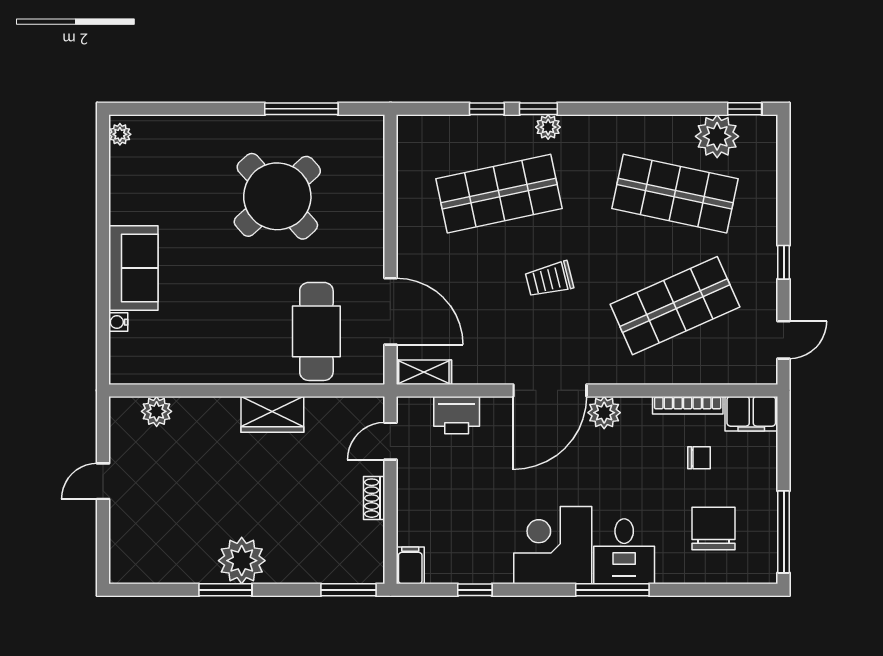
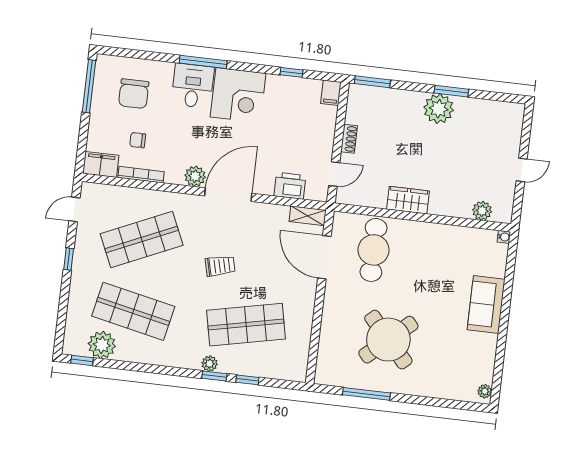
water cooler: (118, 322) -> (504, 237), moved

